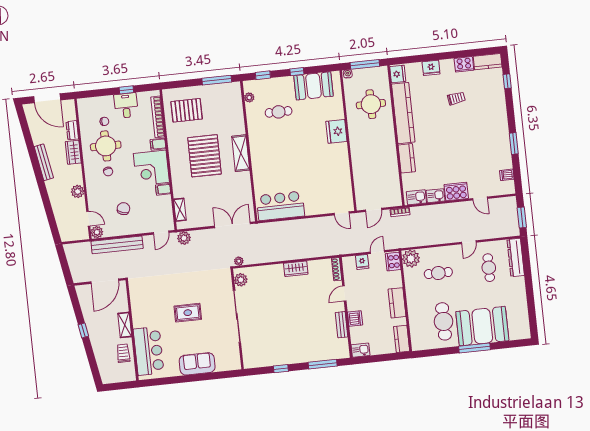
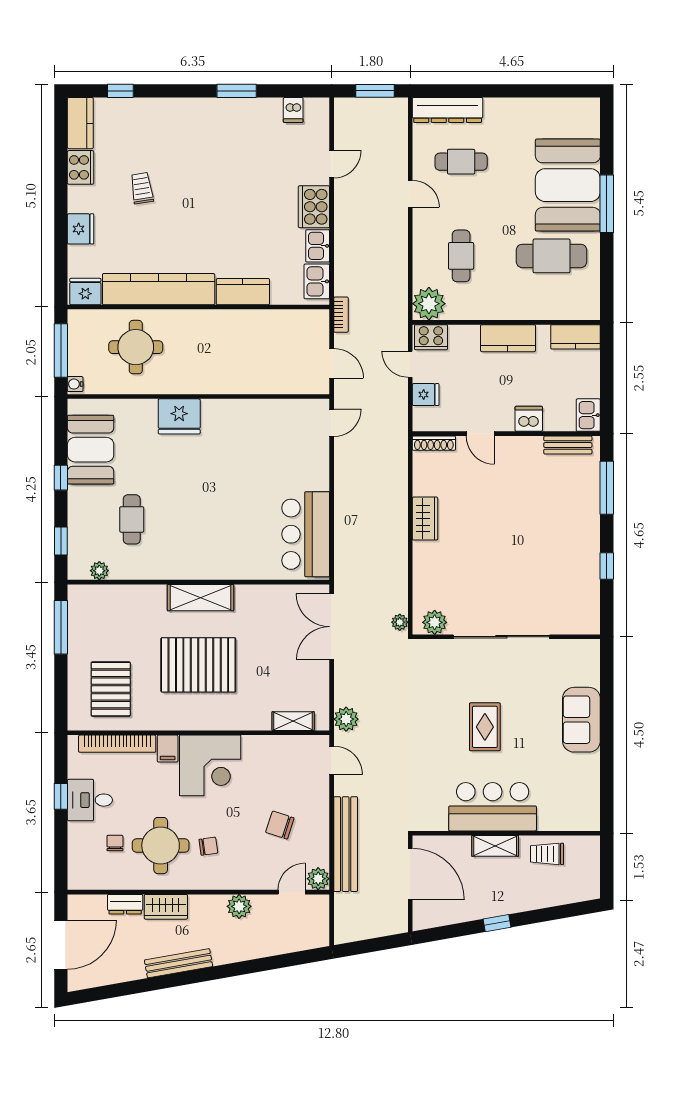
filing cabinet: (163, 189) -> (252, 748), removed
bench: (342, 325) -> (568, 445), moved
bar counter: (149, 351) -> (493, 807), moved

